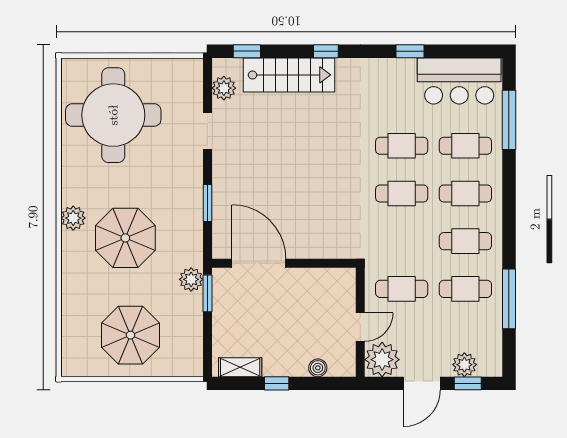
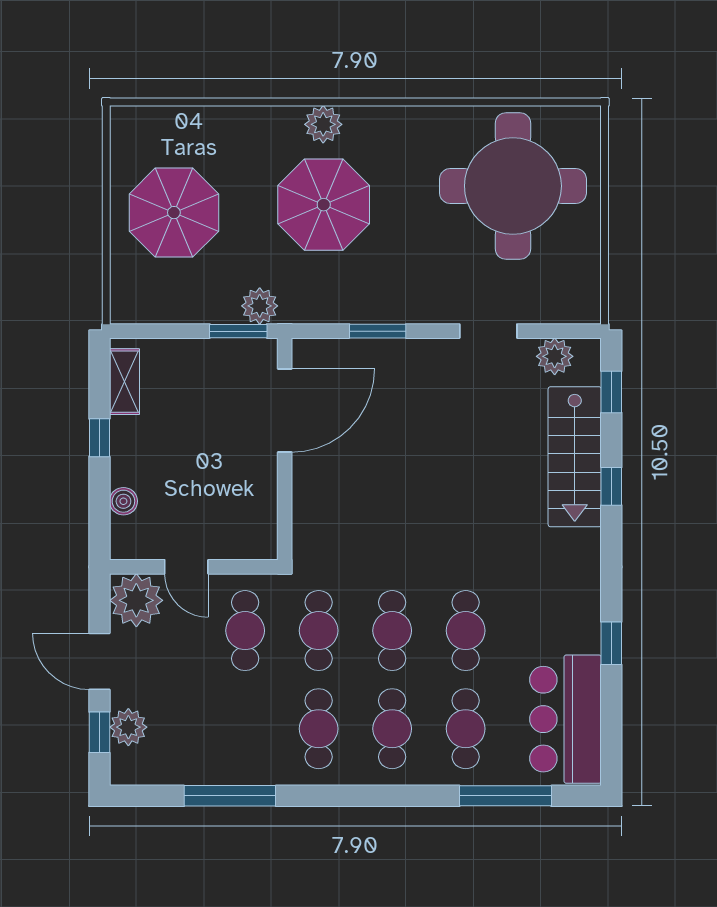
window: (326, 51) -> (611, 486), moved
plant: (73, 218) -> (323, 124), moved
cafe table: (465, 289) -> (319, 631), moved

